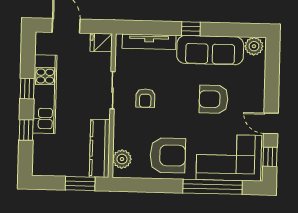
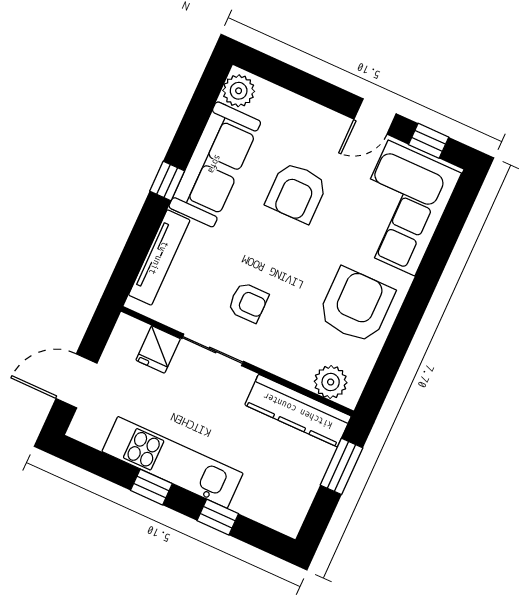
fridge: (101, 42) -> (158, 349), moved
window: (213, 187) -> (438, 254), removed

